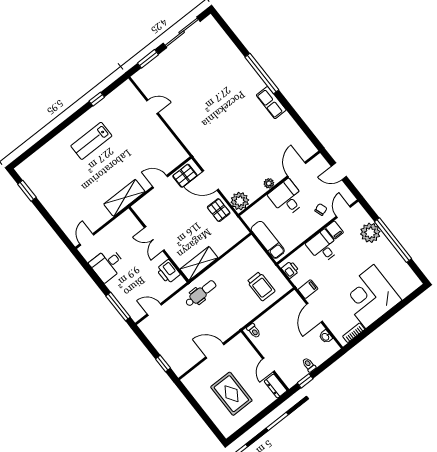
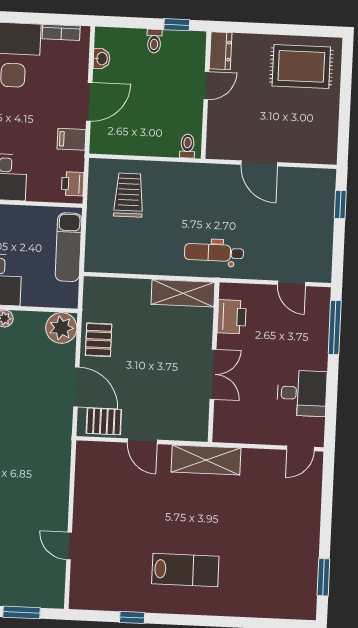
rug: (231, 394) -> (301, 66), moved, turned 90

